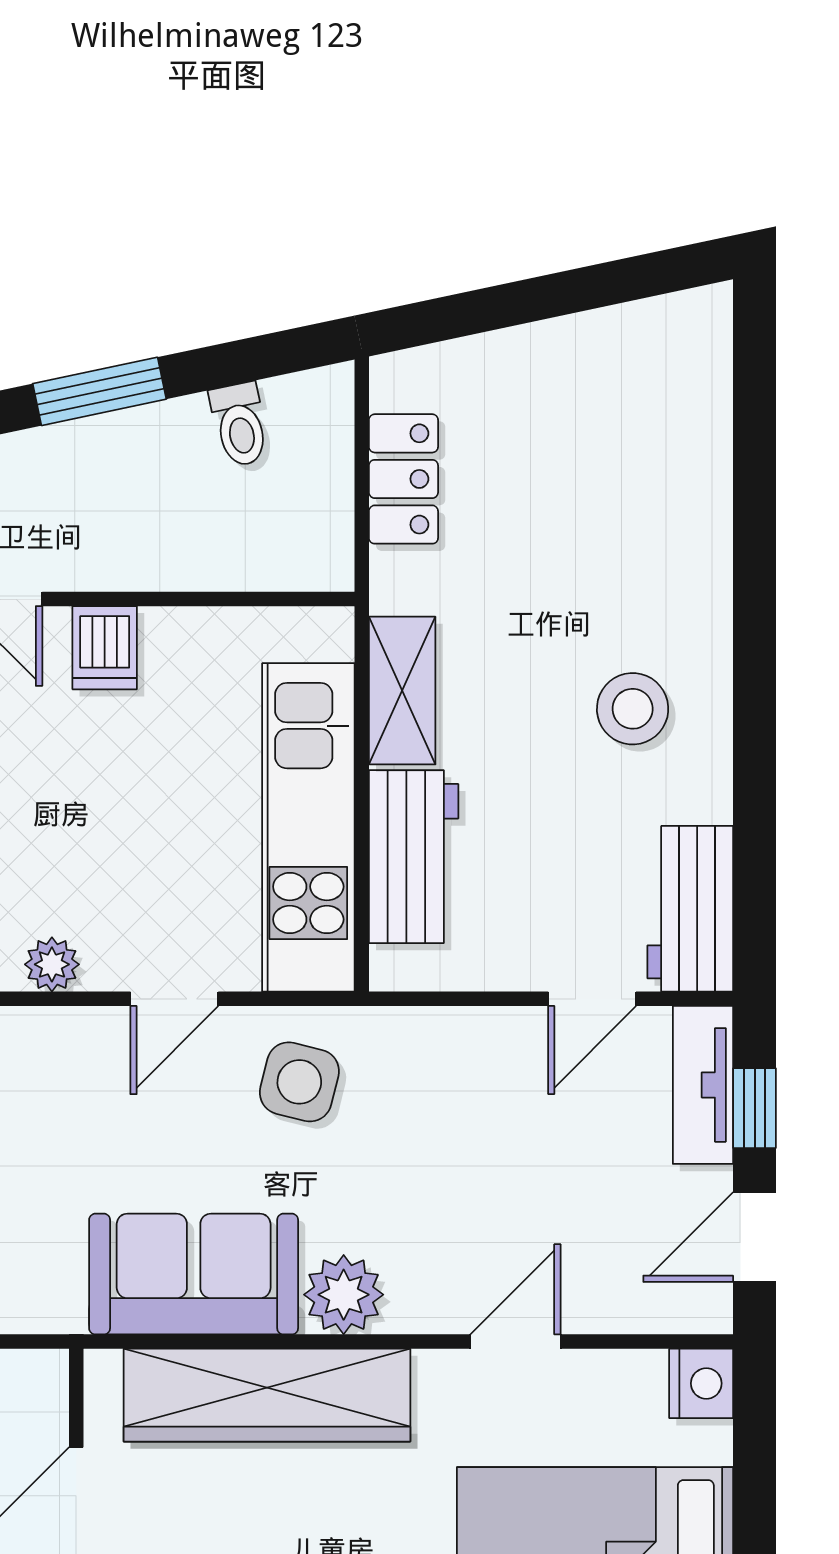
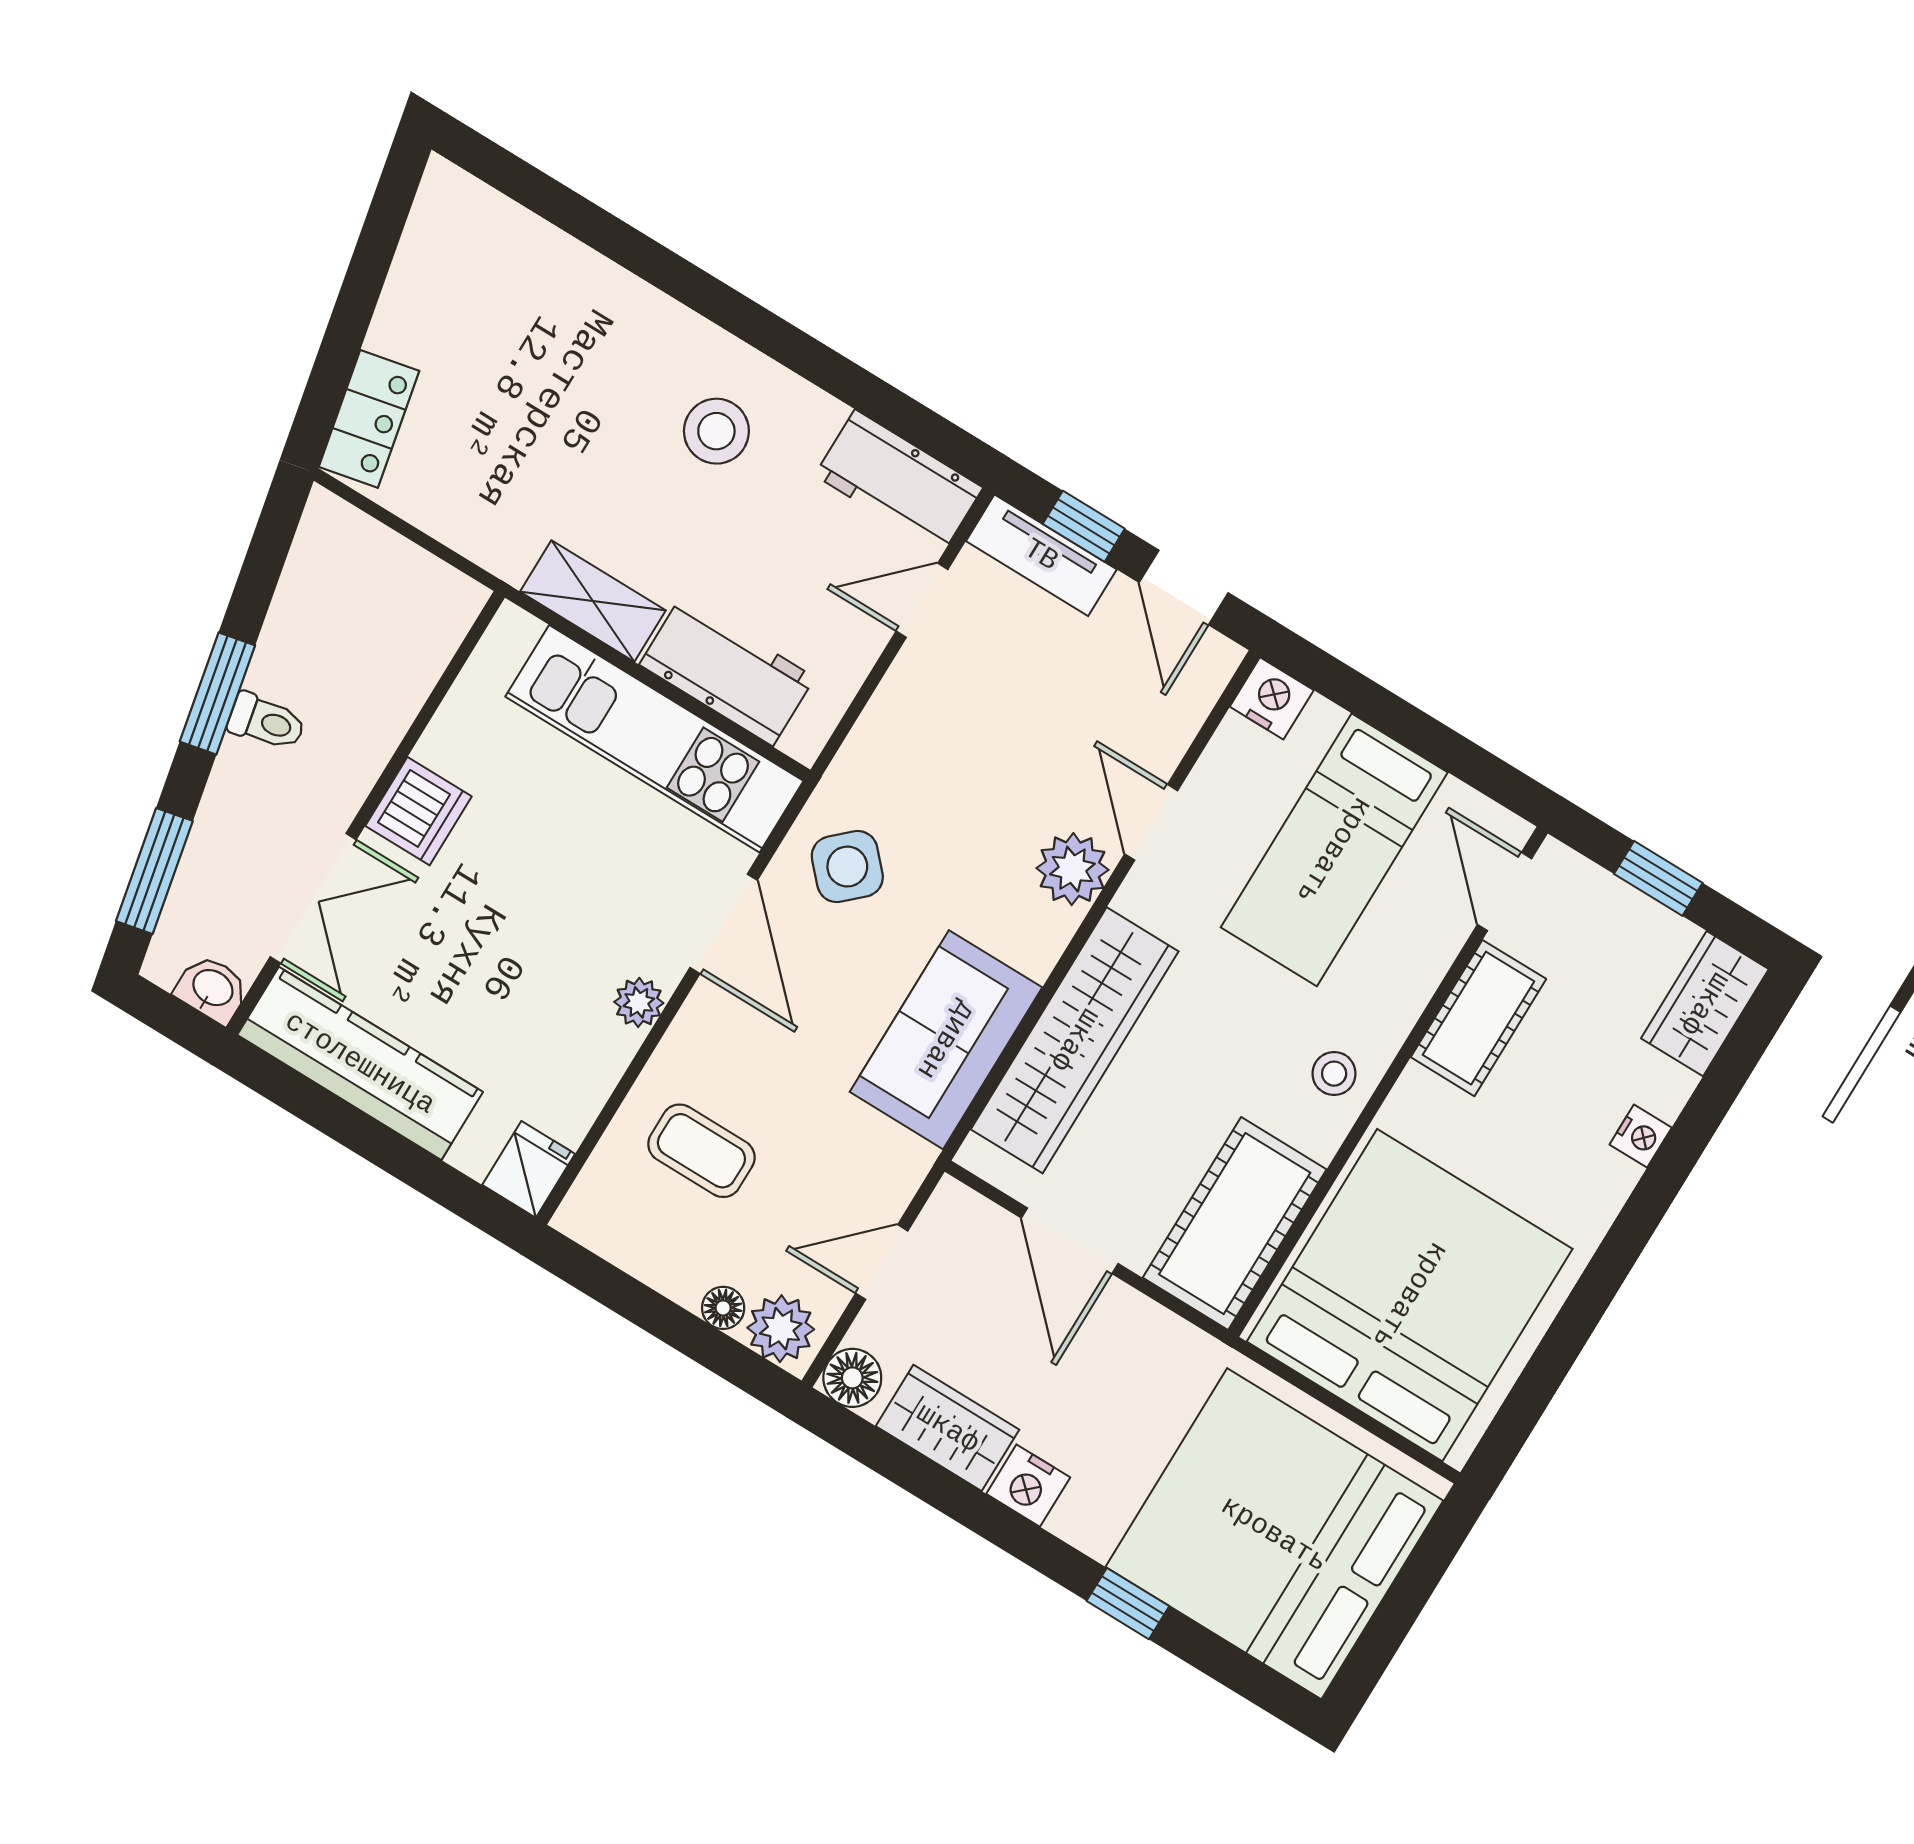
toilet: (240, 425) -> (267, 722), moved
locker: (403, 479) -> (369, 419), moved, turned 78
dishwasher: (105, 648) -> (418, 811), width x1.38
door: (174, 999) -> (724, 924), width x1.38
door: (592, 999) -> (922, 600), swing flipped
side table: (299, 1082) -> (847, 867), turned 33
plant: (344, 1295) -> (1072, 869), moved

